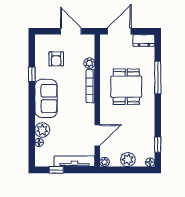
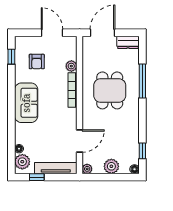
window: (32, 74) -> (11, 57), moved
plant: (42, 130) -> (22, 162), moved

